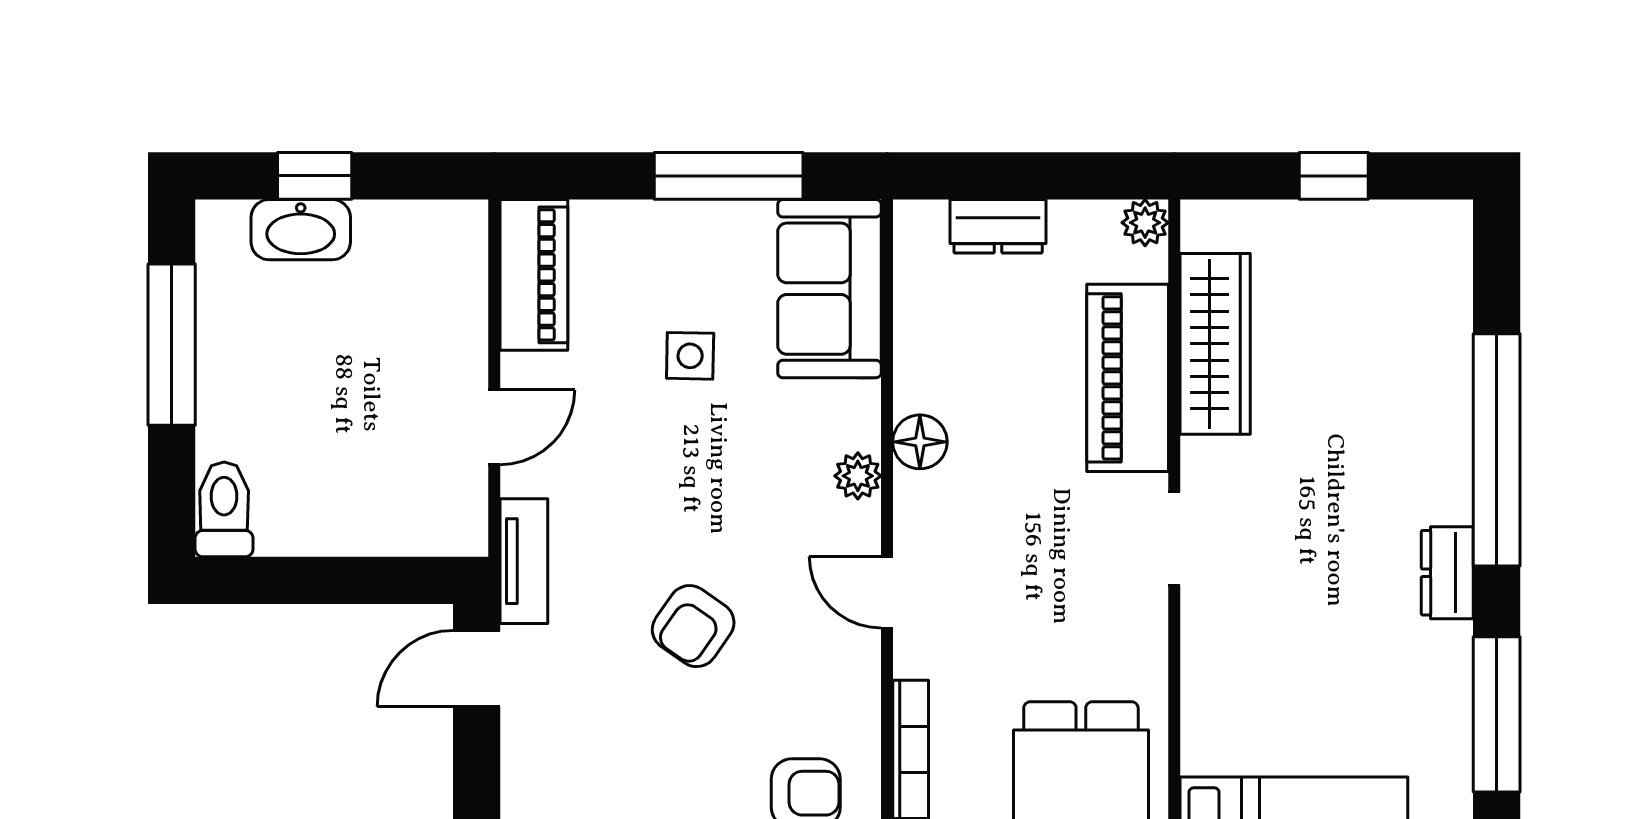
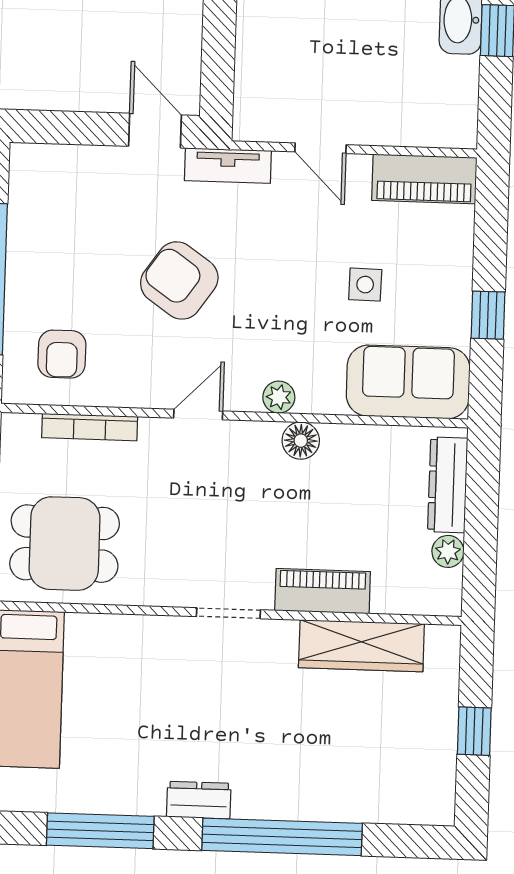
window: (729, 176) -> (488, 315), width x0.46
plant: (1145, 223) -> (448, 551), moved
dresser: (998, 226) -> (448, 485), width x1.44
piano: (1128, 378) -> (323, 591), width x0.73, depth x0.75
armchair: (693, 626) -> (179, 280), width x1.38, depth x1.38

